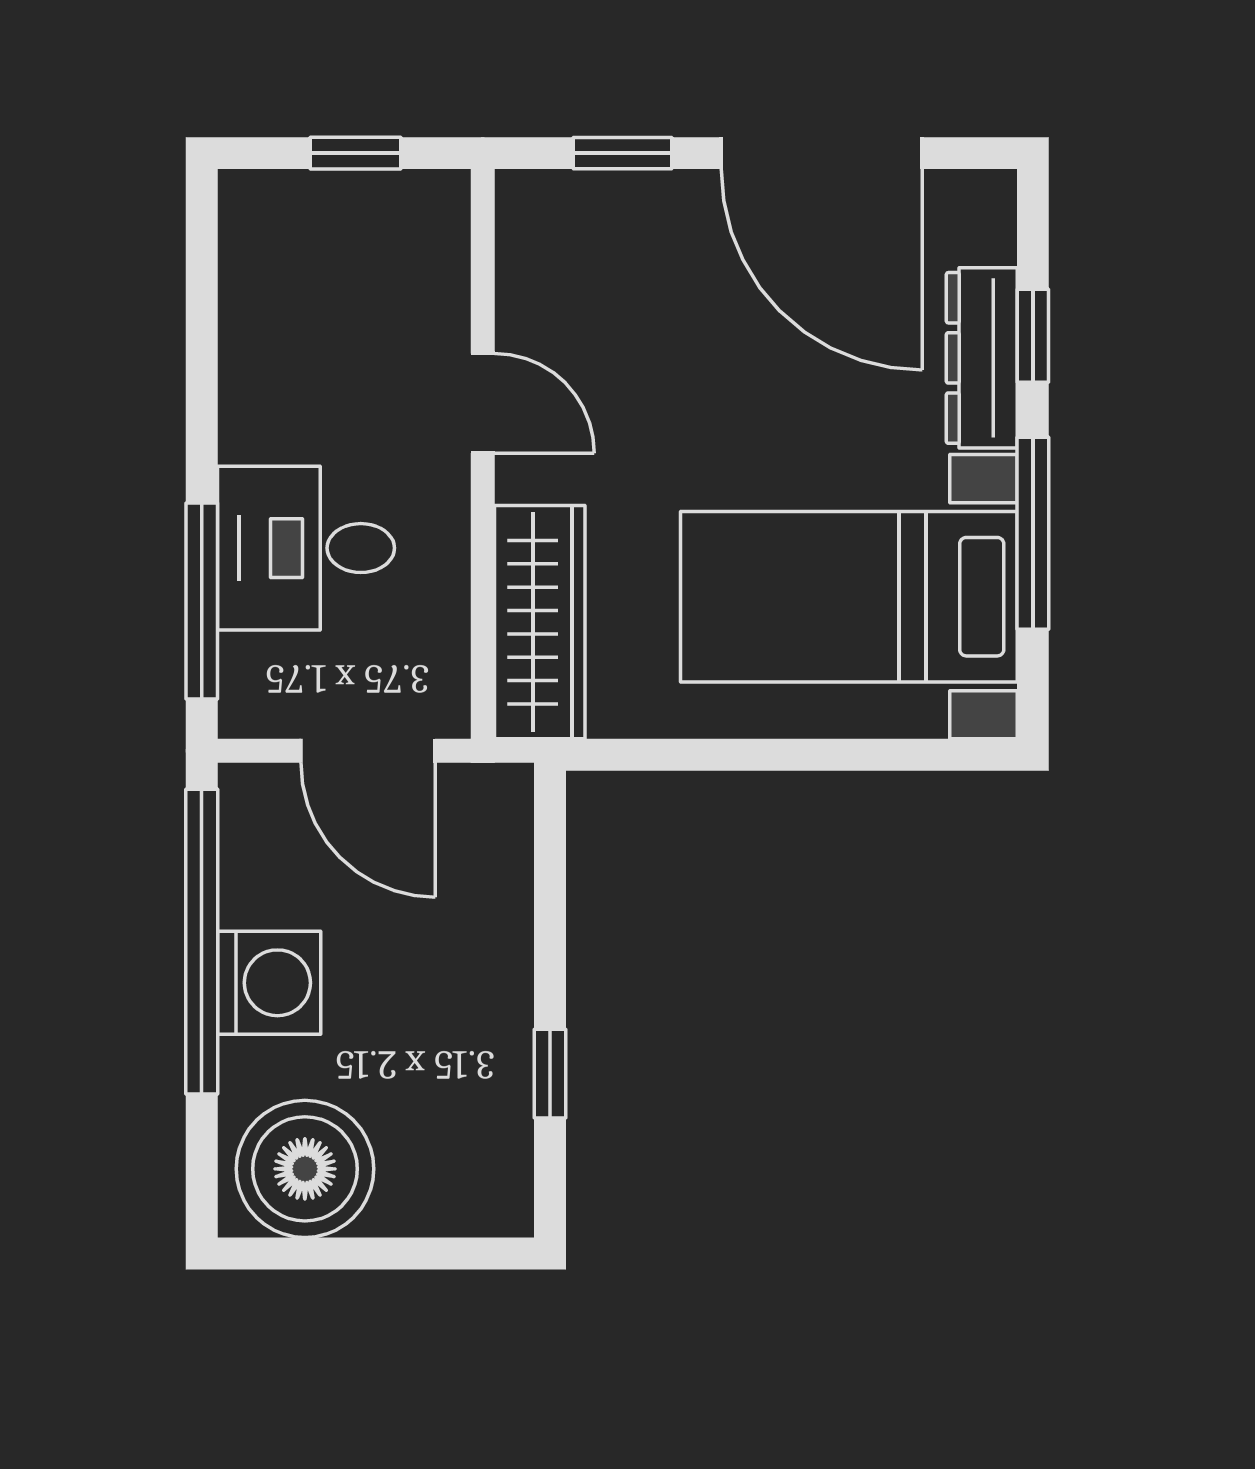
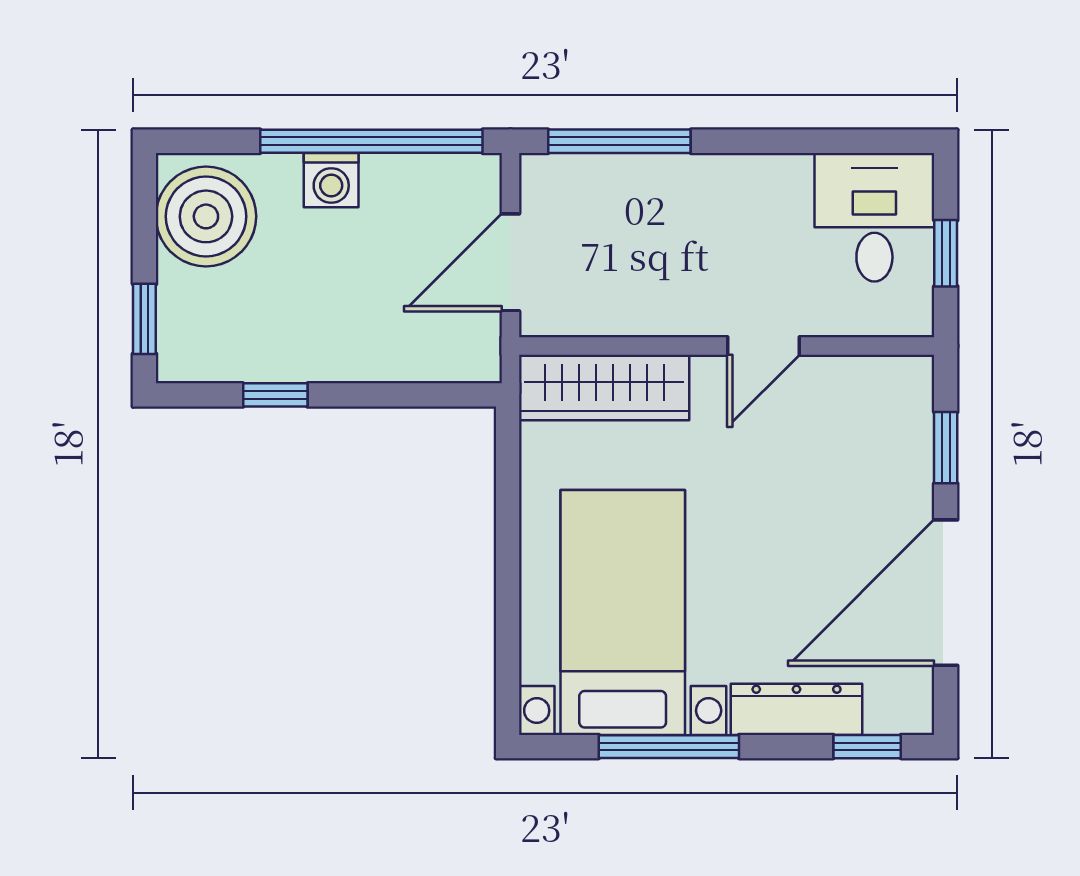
window: (1033, 336) -> (867, 747), moved
desk: (306, 548) -> (874, 217), moved
washing machine: (269, 983) -> (331, 180), width x0.73, depth x0.73
window: (446, 1253) -> (144, 319), added

